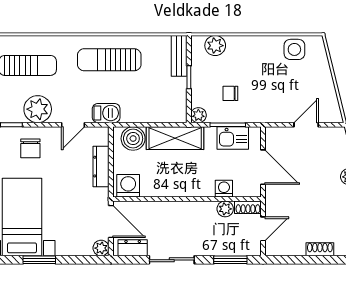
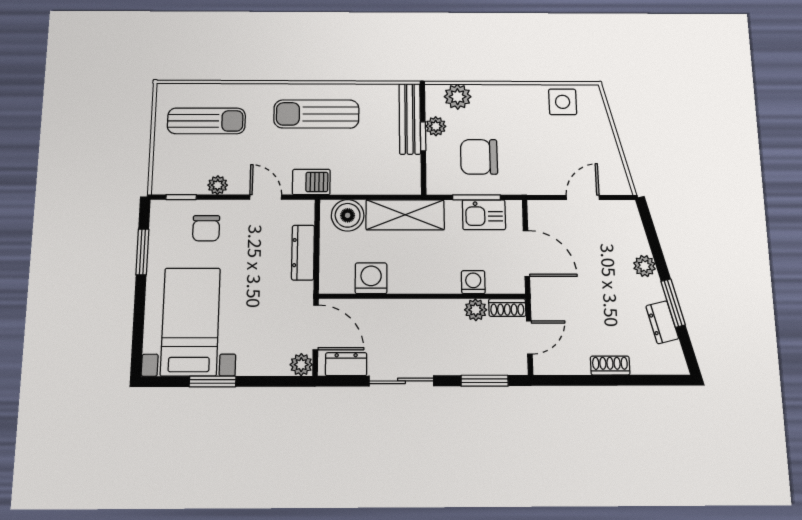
bench: (179, 56) -> (410, 119), width x1.36
chair: (230, 93) -> (479, 157), width x1.87, depth x1.87
plant: (38, 109) -> (218, 185), width x0.53, depth x0.53
plant: (198, 115) -> (436, 126), moved
door: (73, 125) -> (266, 197), swing flipped
washing machine: (128, 186) -> (371, 278), moved

